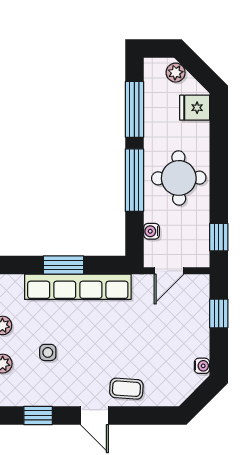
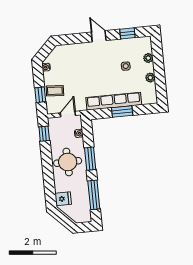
plant: (176, 73) -> (75, 216), removed
window: (134, 180) -> (90, 159), width x0.69
coffee table: (126, 389) -> (55, 91), moved

